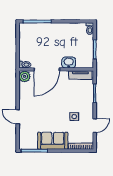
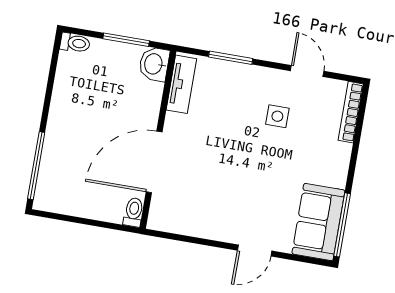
washbasin: (69, 62) -> (154, 64), moved
door: (47, 69) -> (154, 162), swing flipped
plant: (25, 76) -> (162, 218), removed
sofa: (53, 141) -> (318, 222), moved

